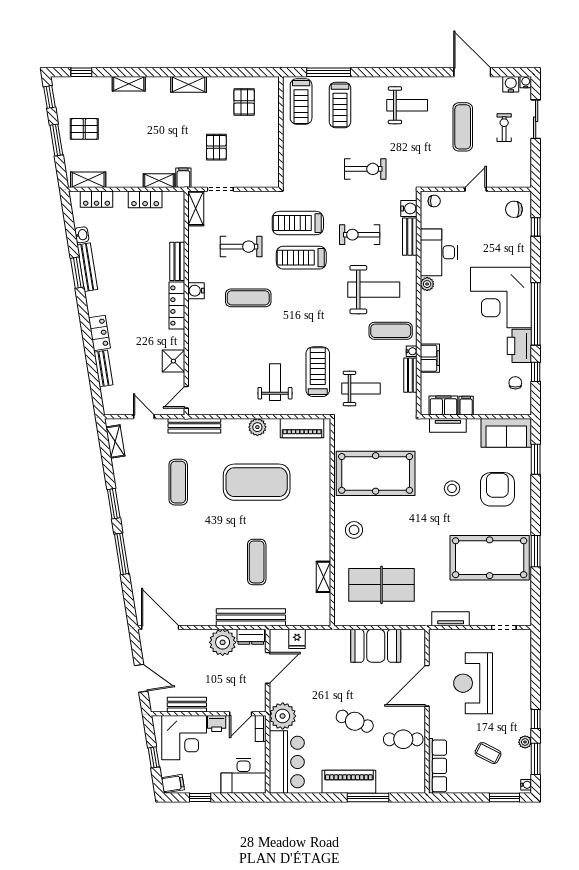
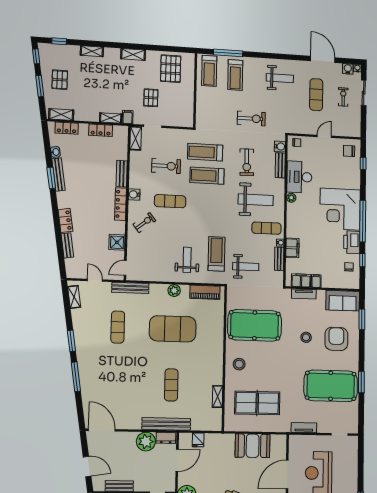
pallet: (244, 102) -> (171, 69), width x1.50, depth x1.42
pallet: (84, 129) -> (60, 80), turned 90
exercise bike: (360, 235) -> (247, 162), turned -91
exercise bike: (212, 331) -> (144, 223), added

